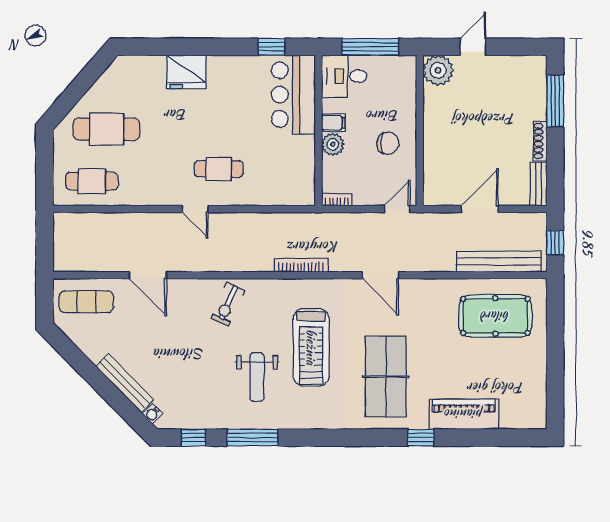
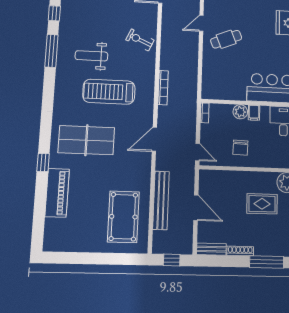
rug: (471, 109) -> (262, 204), added
cafe table: (219, 169) -> (226, 39), turned 68
bench: (499, 262) -> (161, 200), moved

